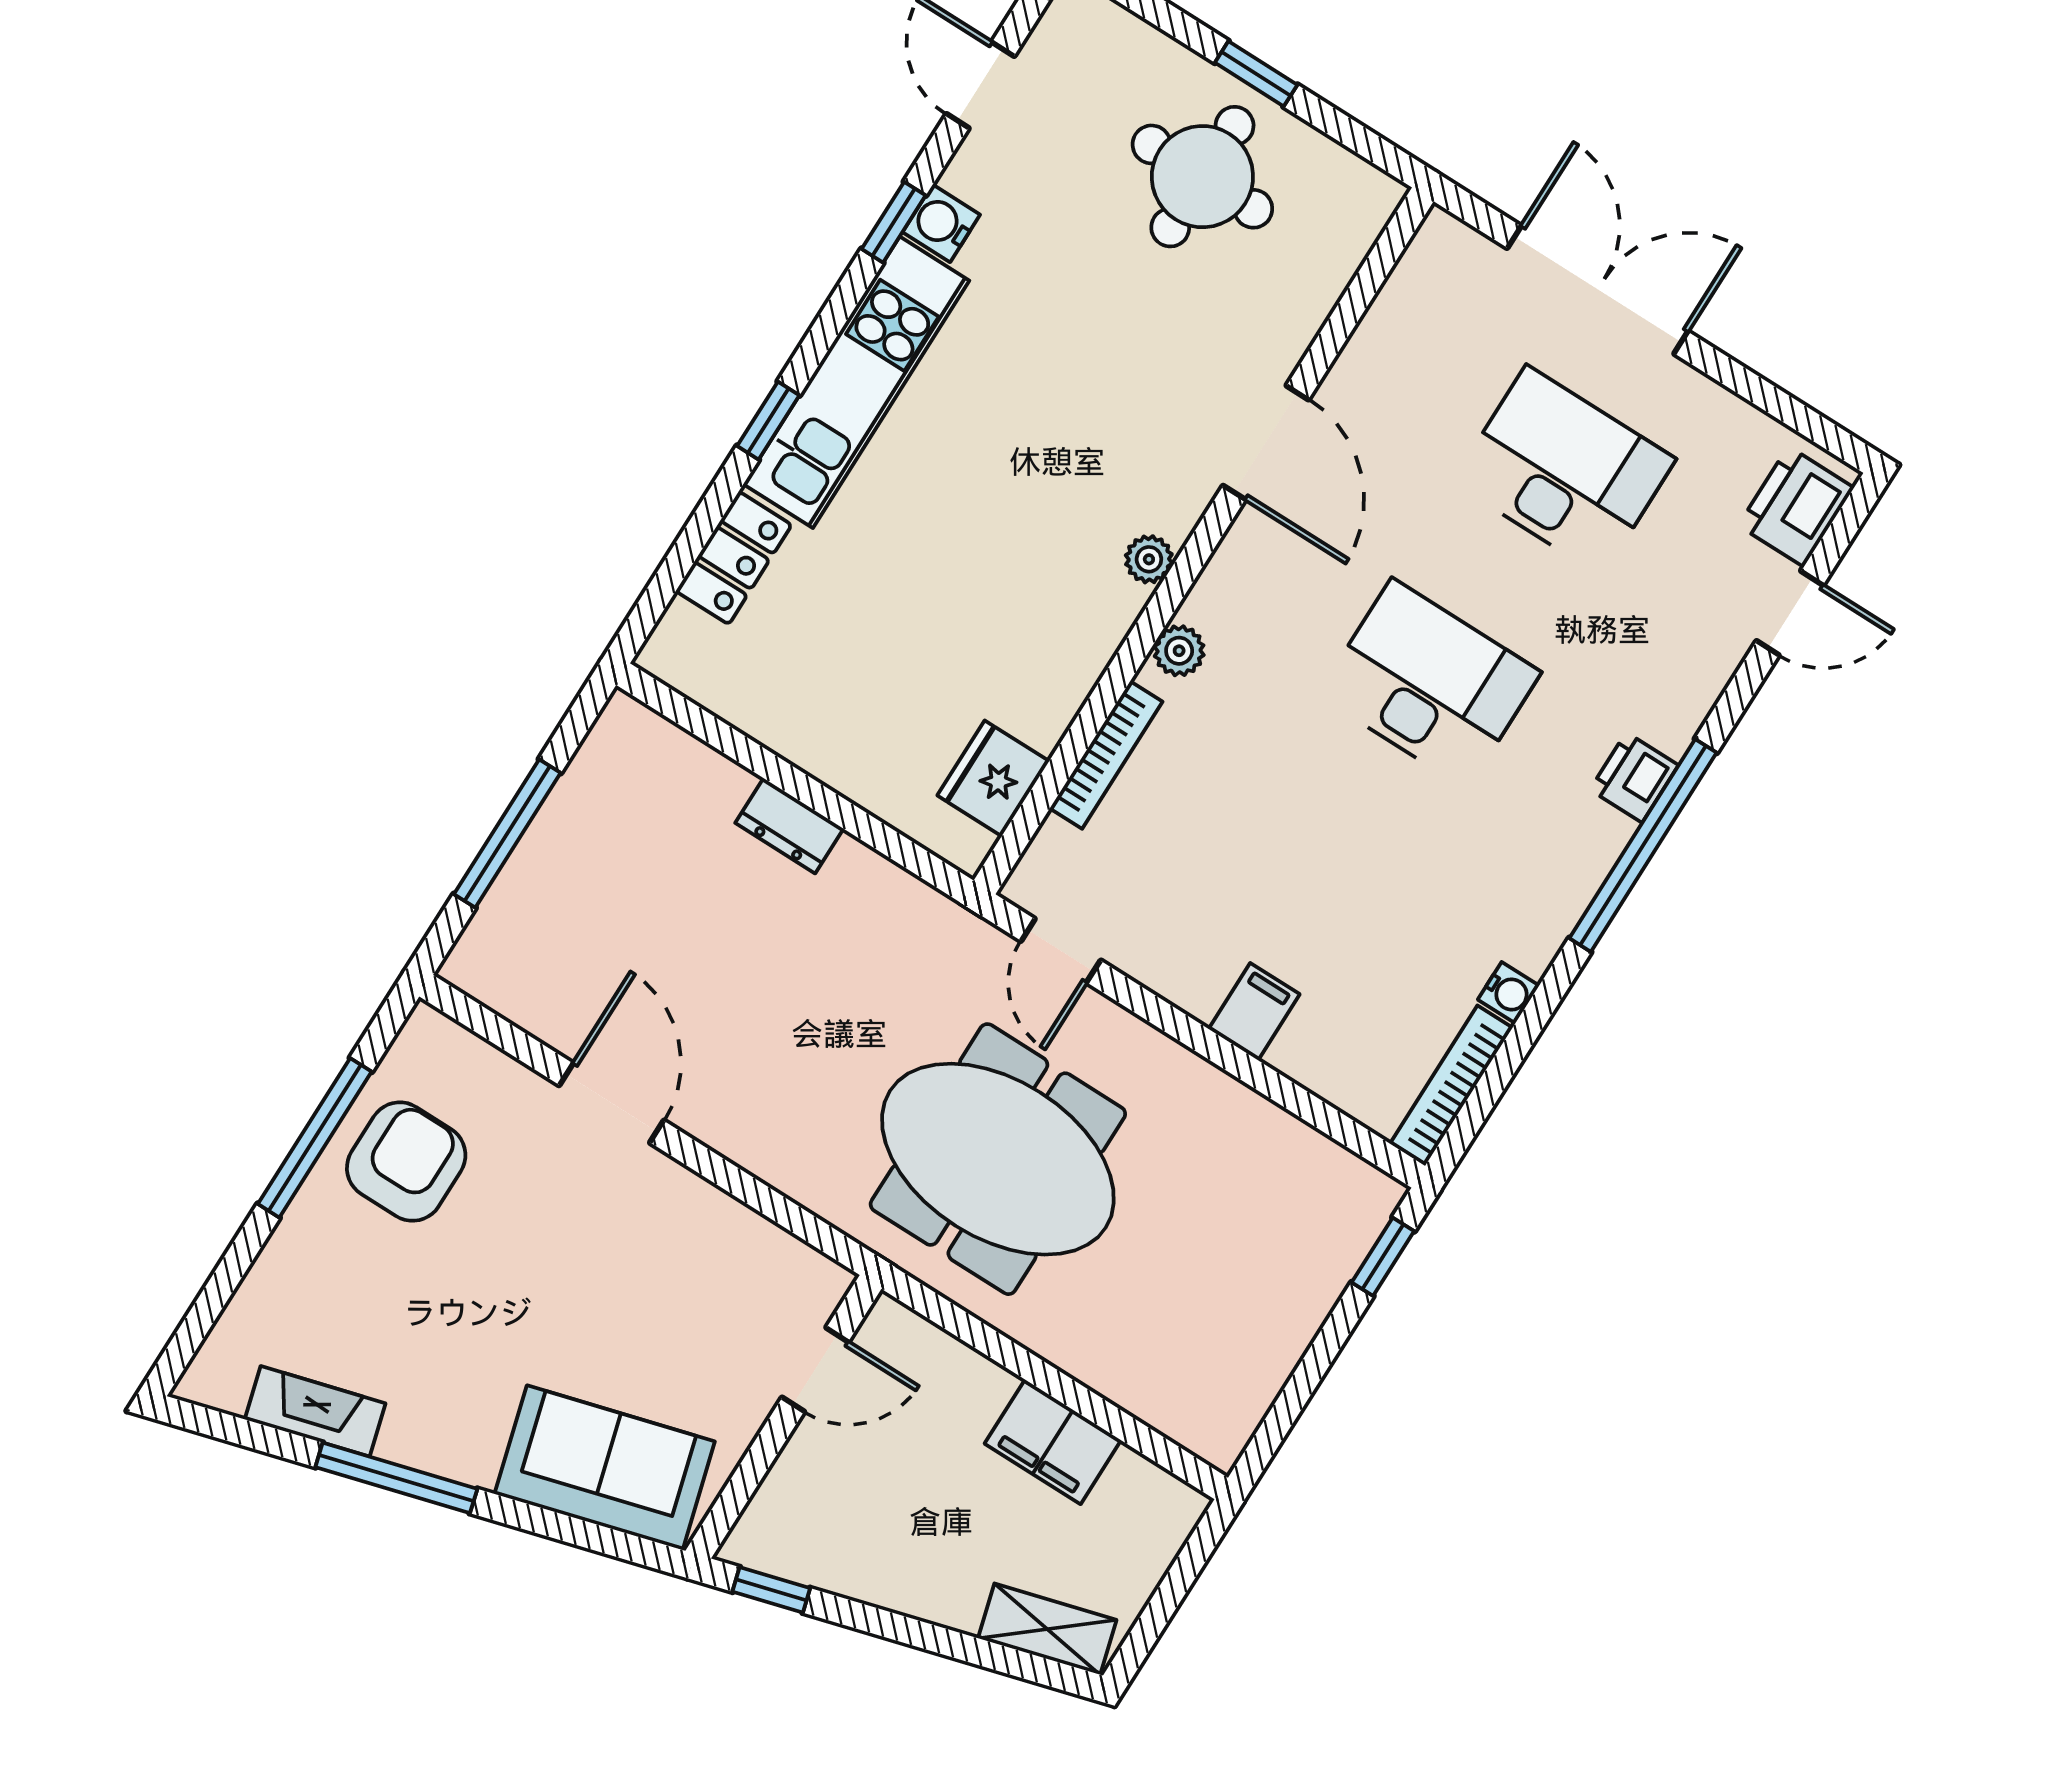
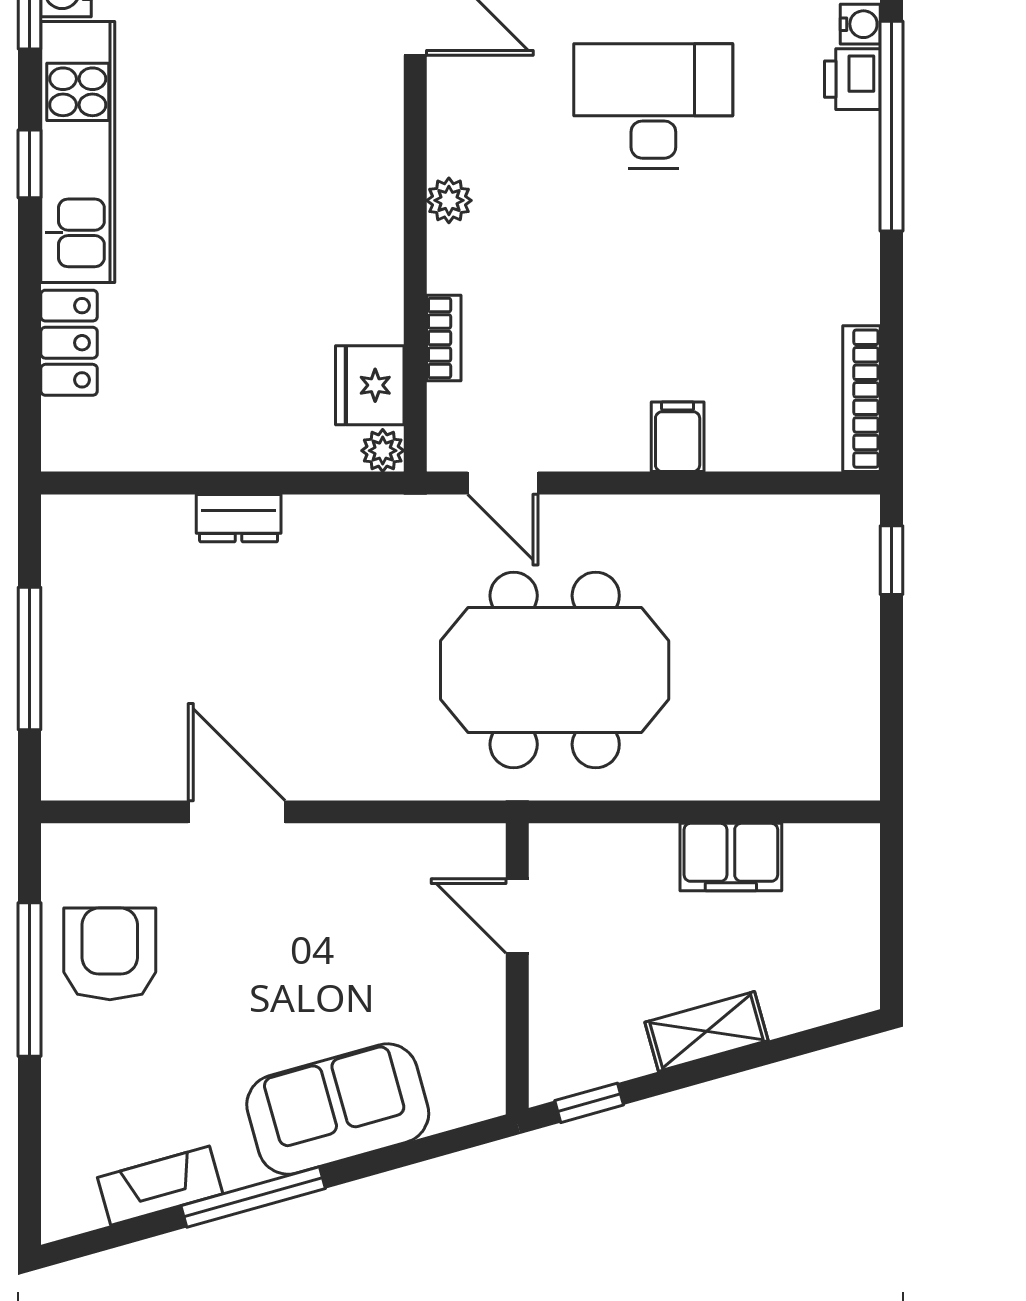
window: (768, 421) -> (30, 164), moved
plant: (1149, 559) -> (383, 451), moved
bookcase: (1106, 755) -> (444, 338), width x0.64
water cooler: (1509, 993) -> (860, 24), moved
door: (815, 1370) -> (517, 916), swing flipped
sofa: (605, 1468) -> (338, 1109), moved
shelving: (1047, 1629) -> (707, 1031), moved

